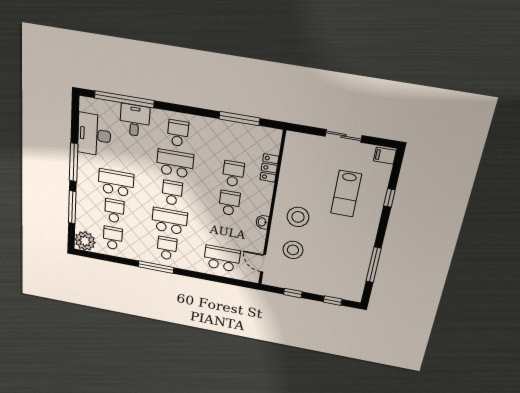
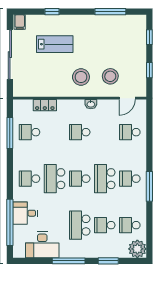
sliding door: (344, 136) -> (10, 55), width x1.86
school desk: (233, 174) -> (30, 132), moved
window: (72, 207) -> (108, 261), width x0.69
school desk: (222, 259) -> (130, 132), width x0.54

